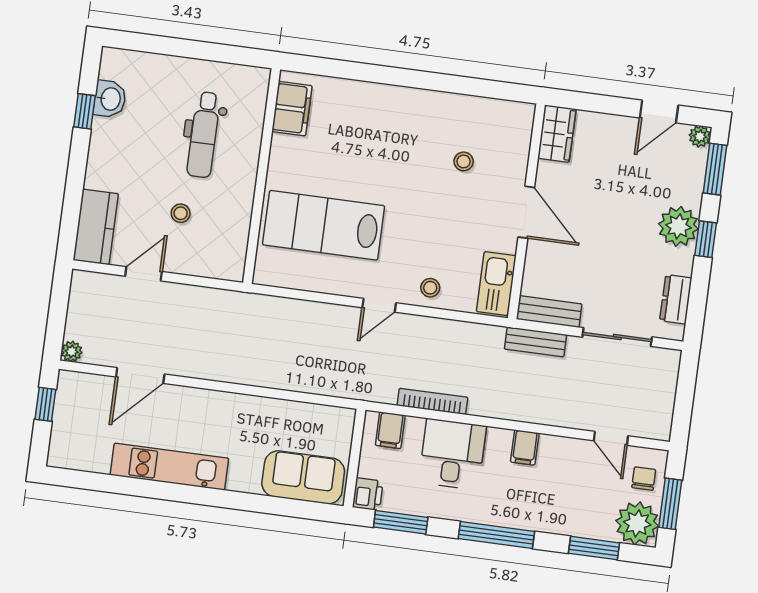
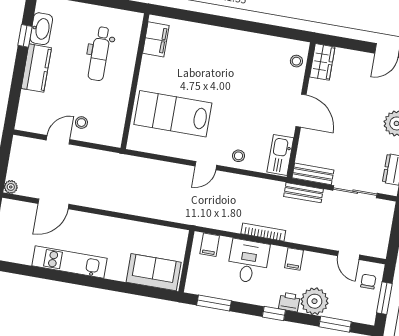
washbasin: (110, 99) -> (41, 29), width x1.38
stool: (464, 161) -> (296, 61), moved
stool: (181, 213) -> (81, 123), moved
kitchen counter: (96, 227) -> (36, 68), moved
bookcase: (432, 401) -> (263, 232), moved
printer: (368, 494) -> (289, 302), moved, turned -90
plant: (637, 523) -> (314, 301), moved
window: (496, 535) -> (274, 313), width x0.46

